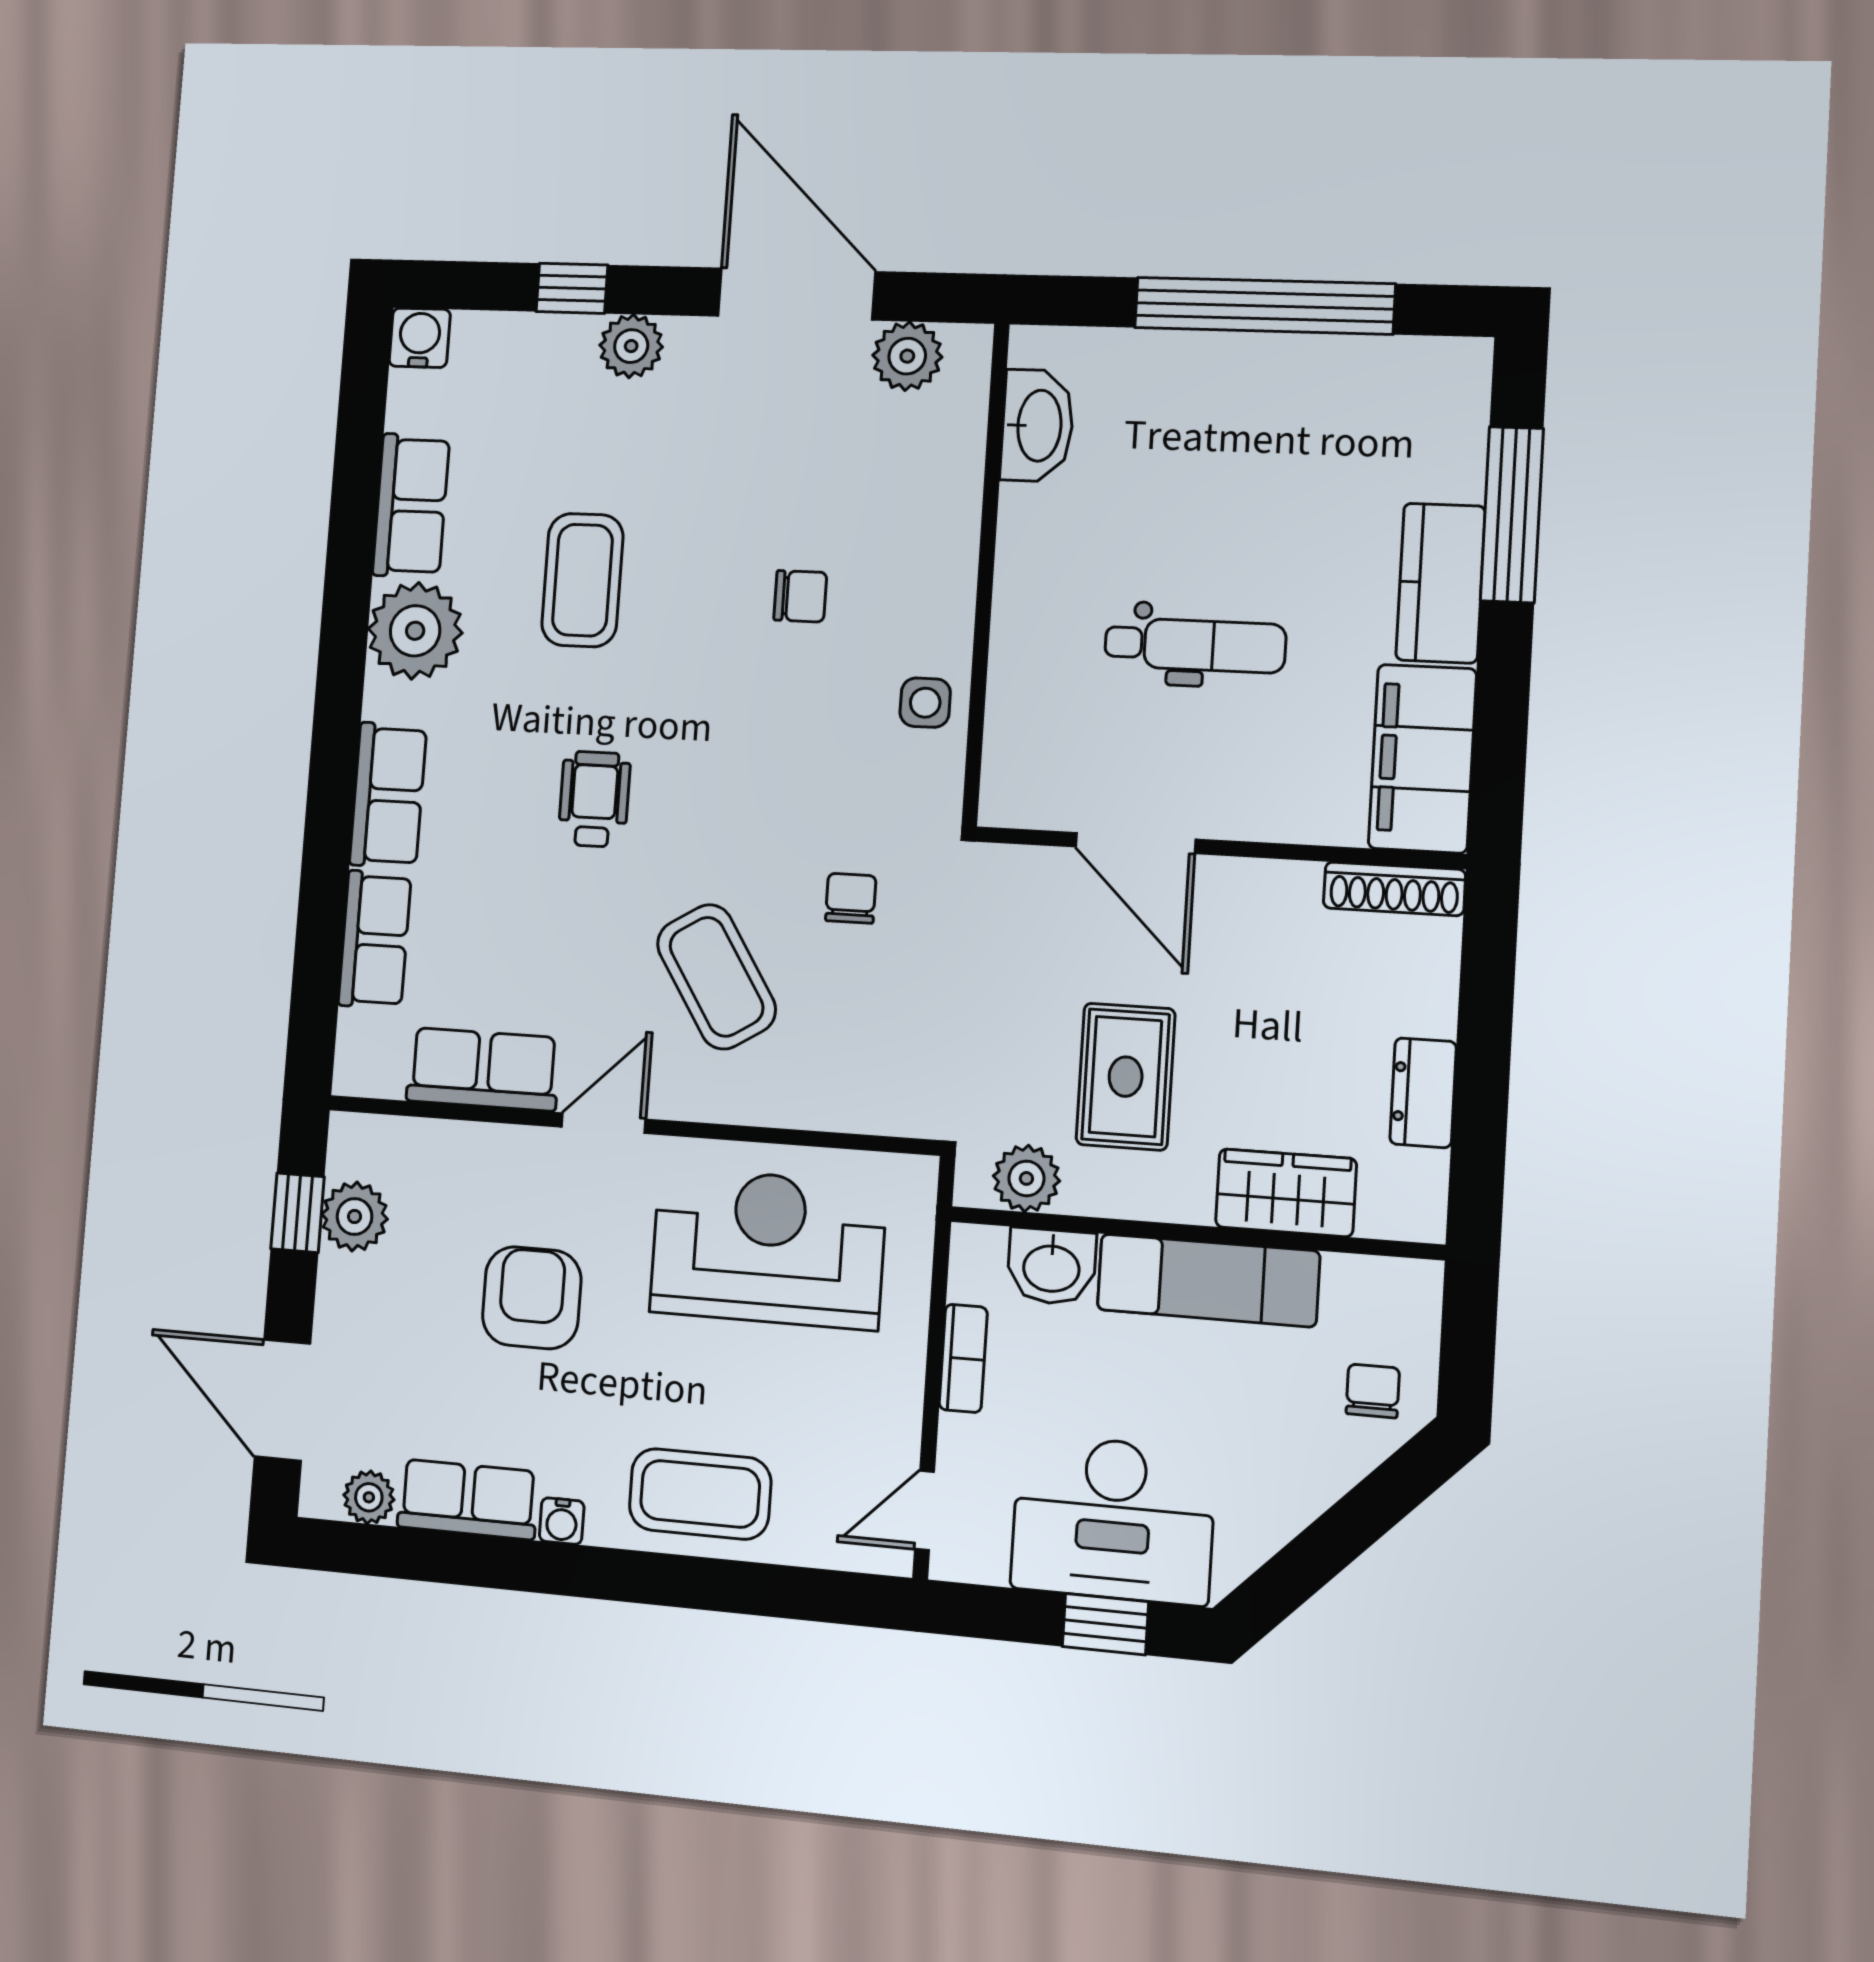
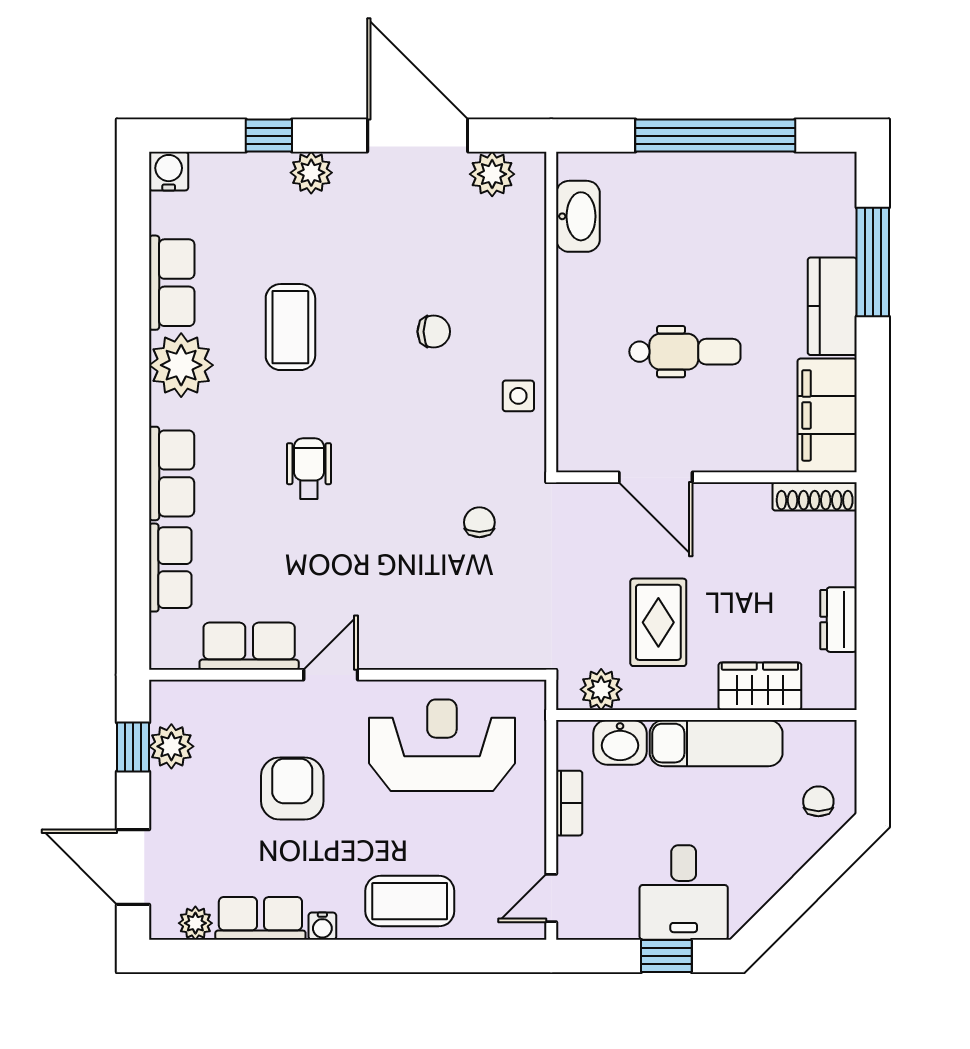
coffee table: (716, 977) -> (397, 577), removed
desk: (1113, 1519) -> (684, 892), width x0.73

